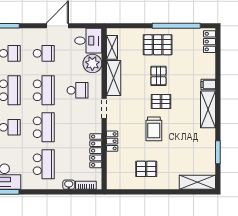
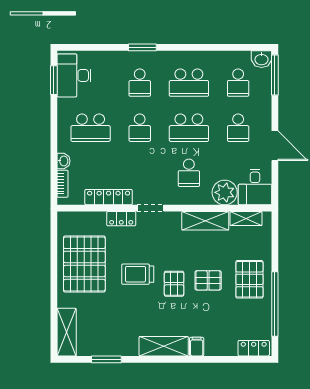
doorway: (104, 108) -> (150, 208), moved
school desk: (44, 127) -> (140, 128), width x0.54
pallet: (146, 169) -> (84, 264), width x2.05, depth x2.00

